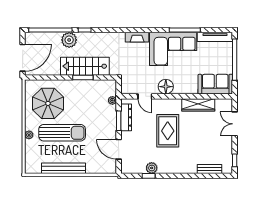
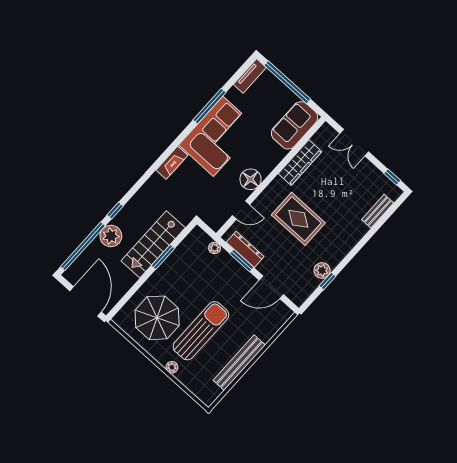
tv unit: (215, 37) -> (250, 76), width x0.71

